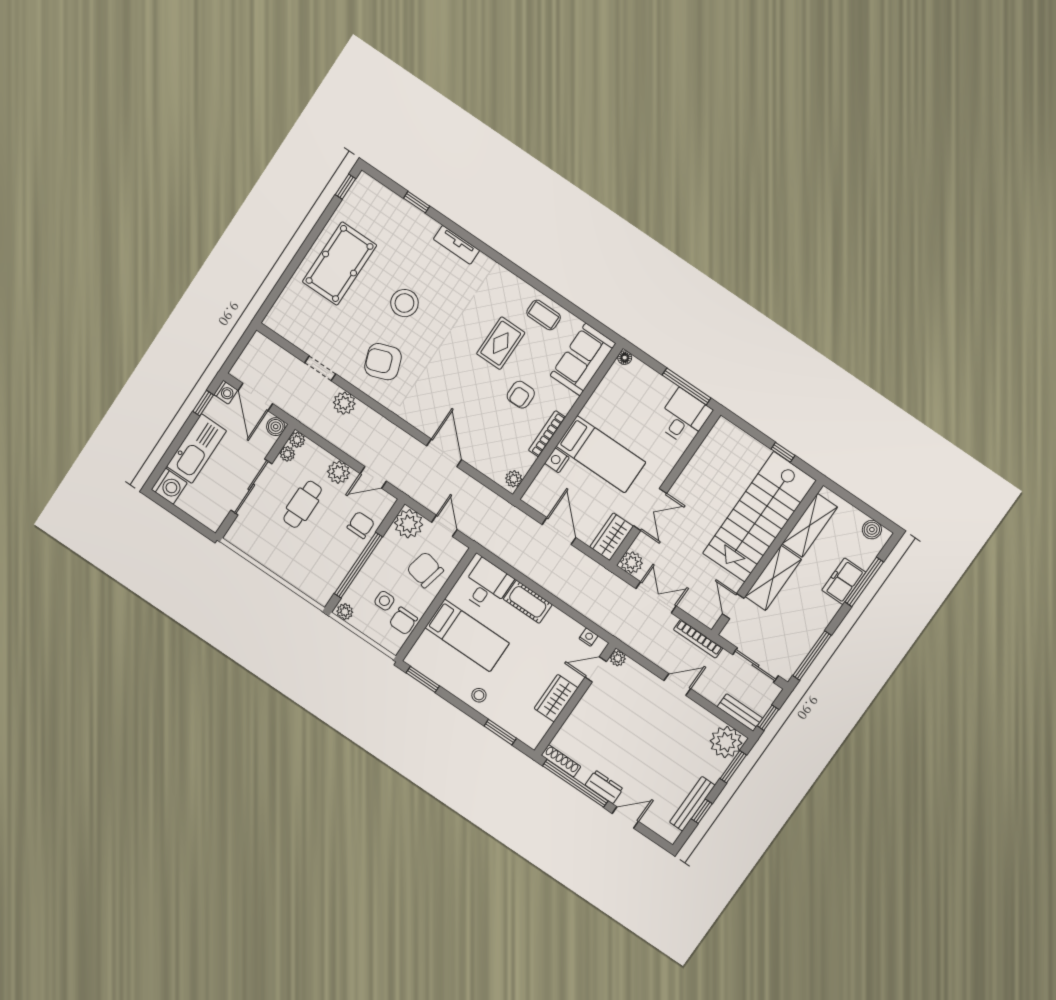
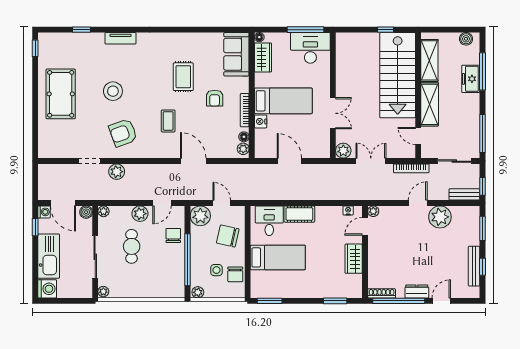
coffee table: (544, 315) -> (168, 121), moved, turned 90
desk: (684, 417) -> (310, 48), width x1.37
plant: (287, 454) -> (103, 292), moved
floor lamp: (524, 465) -> (244, 137), added
wardrobe: (612, 537) -> (263, 58), moved, turned 180
stool: (479, 695) -> (308, 288), removed
plant: (726, 742) -> (440, 217), moved

